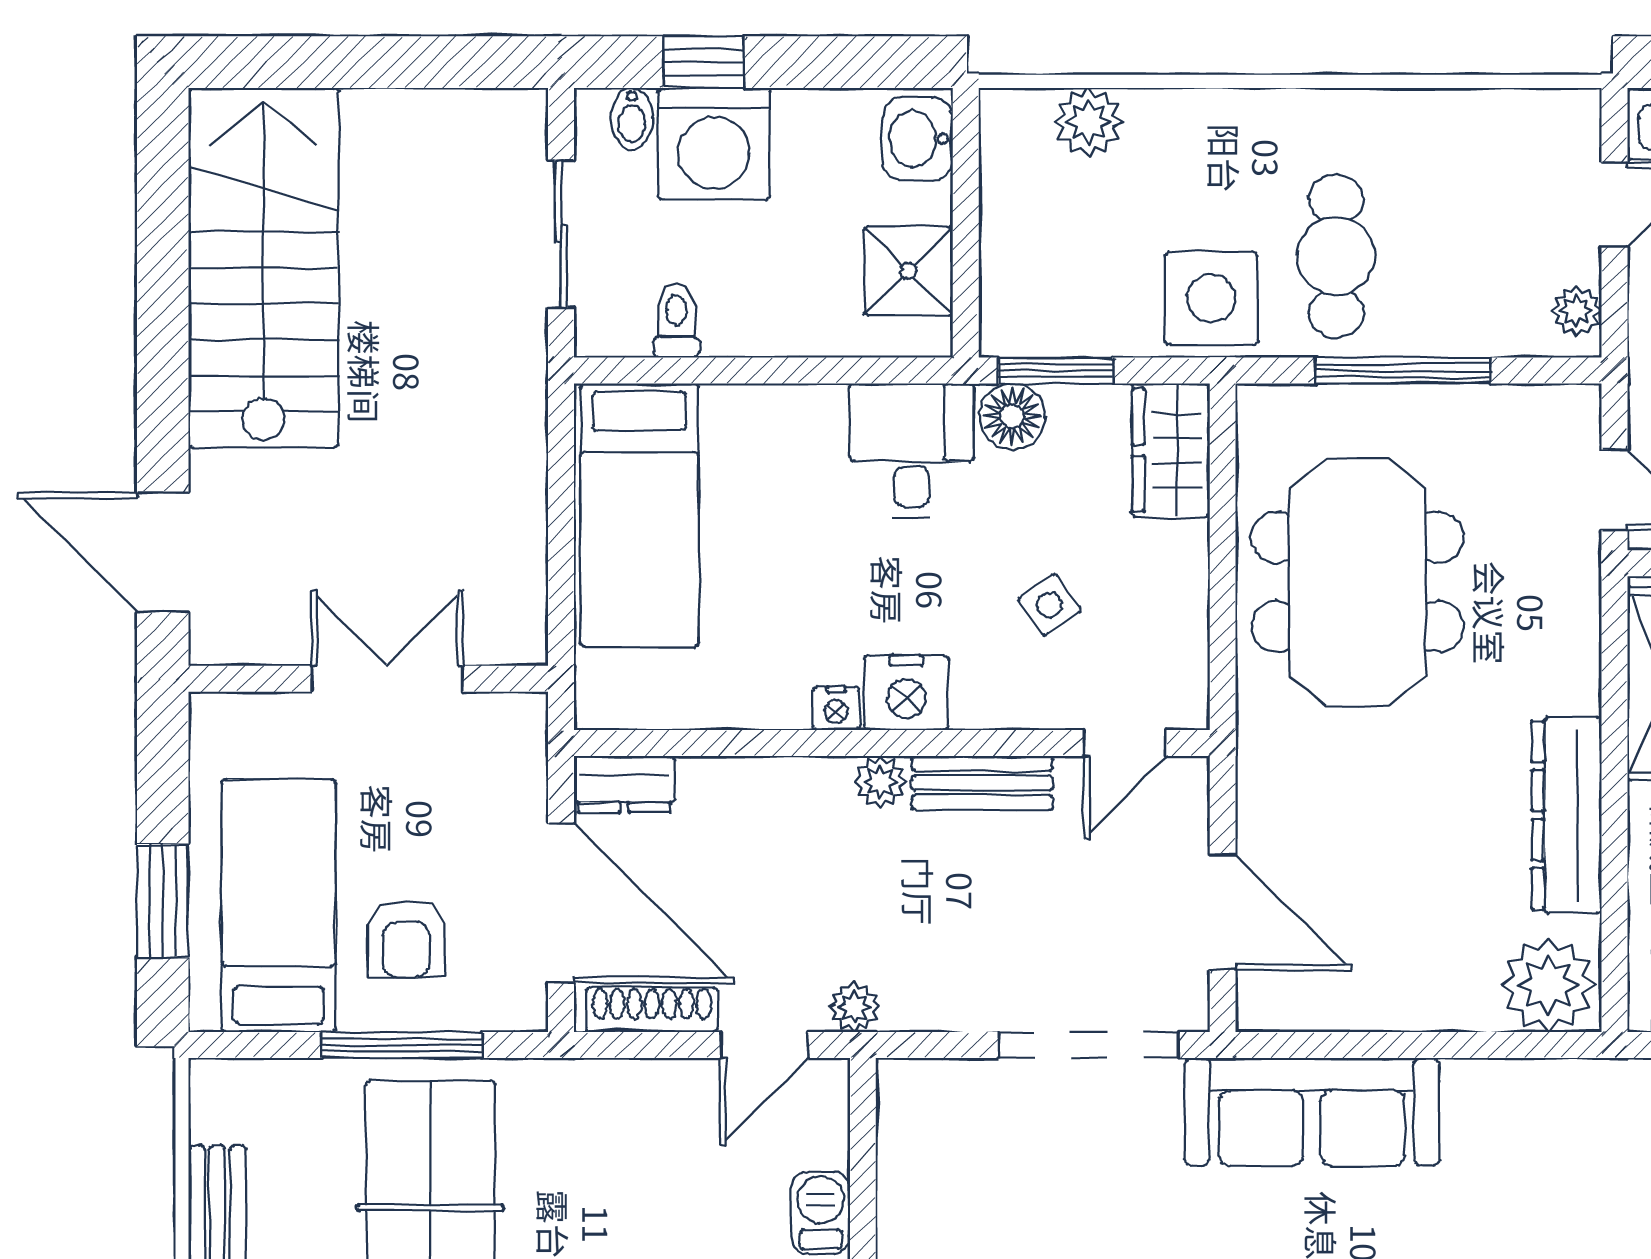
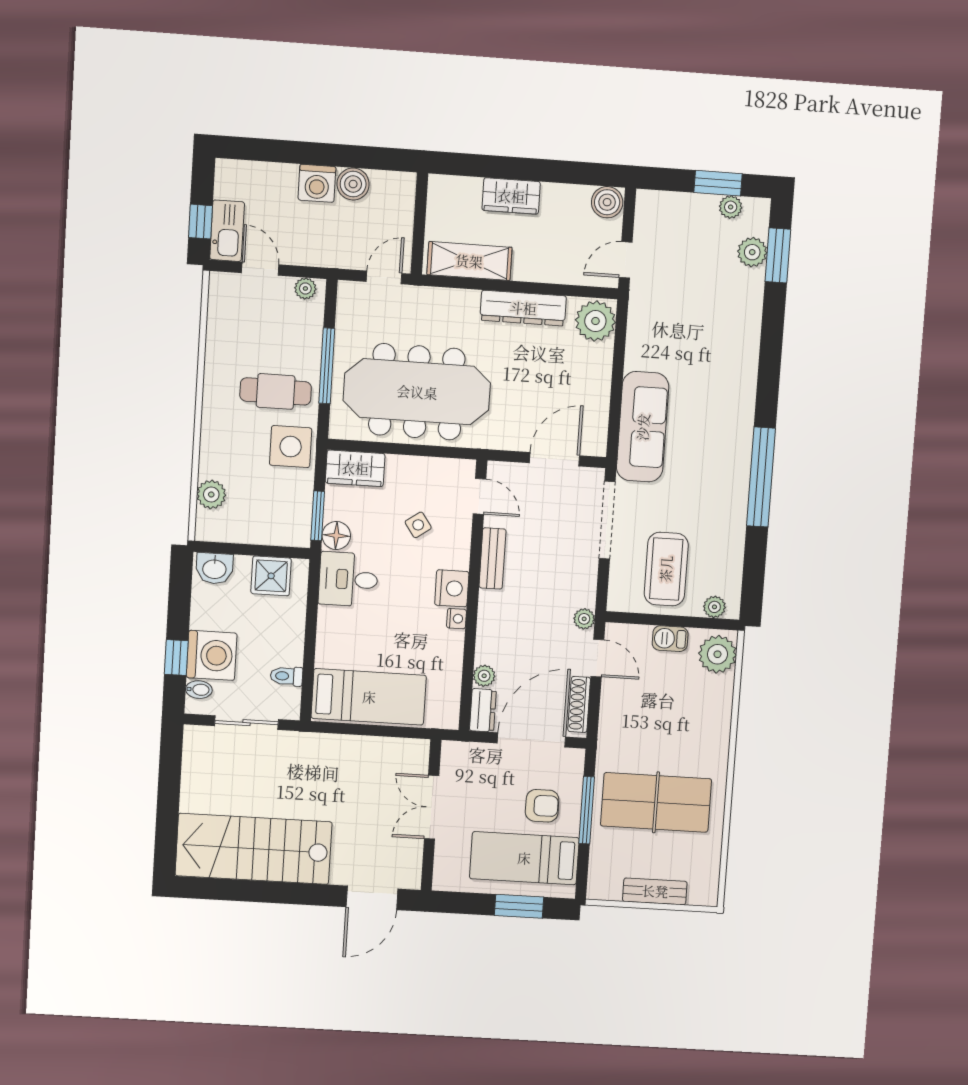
meeting table: (1357, 582) -> (417, 392), width x1.36
plant: (880, 782) -> (484, 676), moved
coffee table: (984, 1192) -> (666, 569), added

